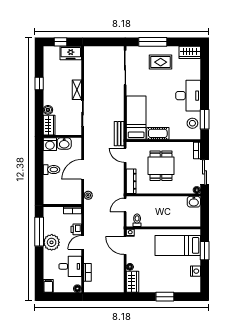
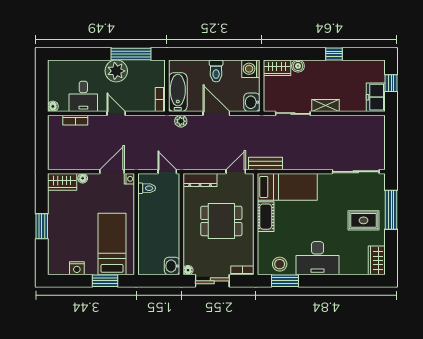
rug: (161, 62) -> (364, 220), turned 90
washbasin: (64, 143) -> (252, 102), moved
bathtub: (67, 197) -> (178, 92), added
printer: (76, 229) -> (134, 105), removed
filing cabinet: (48, 286) -> (56, 66), removed

